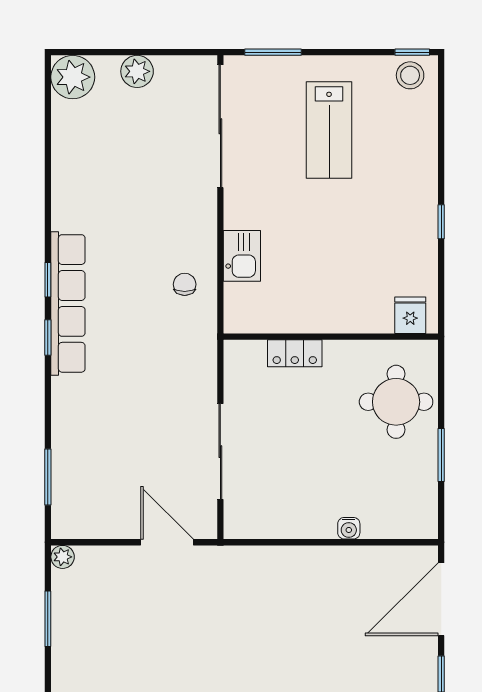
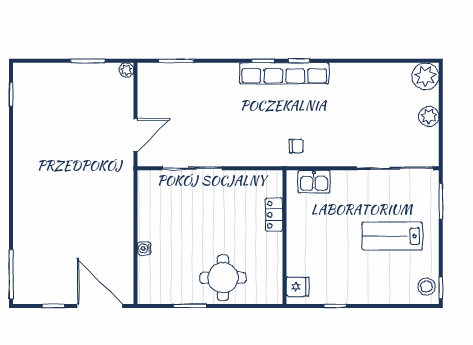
fridge: (410, 315) -> (298, 287), moved
wall: (331, 337) -> (284, 237), moved
locker: (295, 353) -> (274, 215), moved

